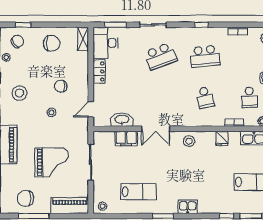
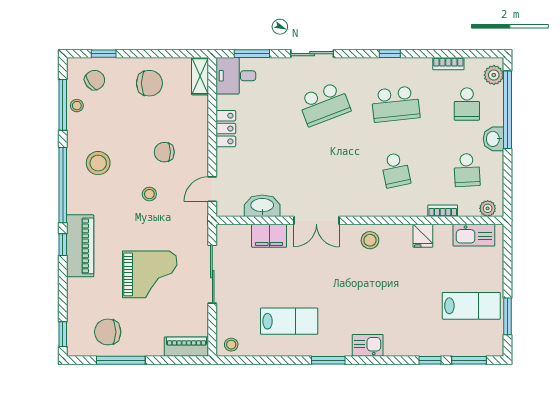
desk: (105, 43) -> (236, 76), width x0.73
school desk: (249, 56) -> (467, 104), added
piano: (70, 206) -> (186, 347), width x0.73, depth x0.75

